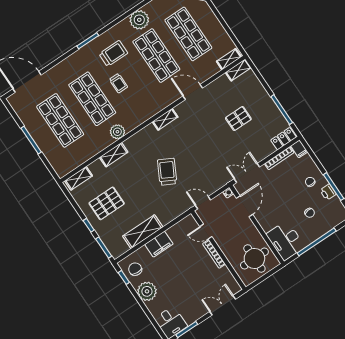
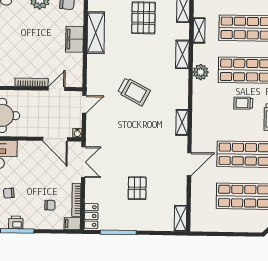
shelving: (229, 59) -> (199, 30), moved
chair: (310, 182) -> (50, 205), moved

